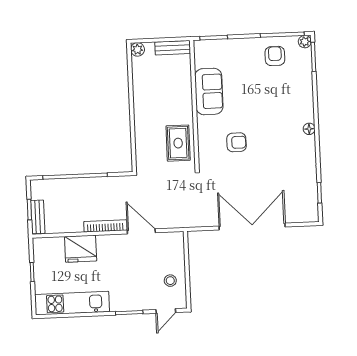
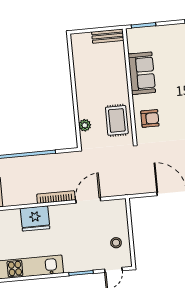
plant: (137, 49) -> (85, 125), moved
armchair: (236, 142) -> (150, 118), moved
door: (141, 231) -> (88, 200), hinge flipped

